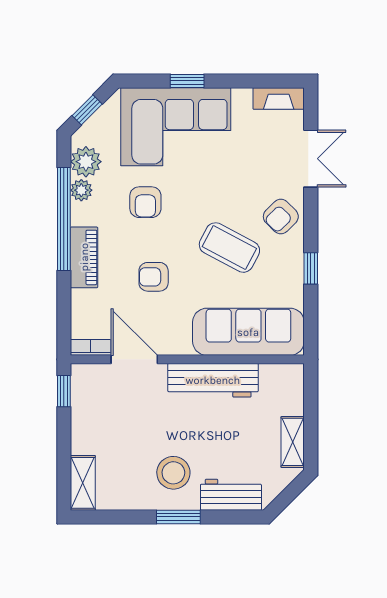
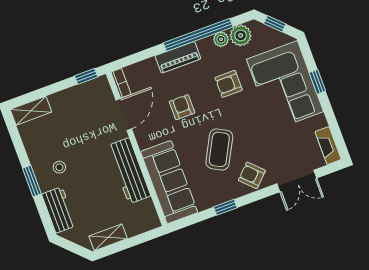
stool: (173, 473) -> (59, 167), width x0.53, depth x0.53

